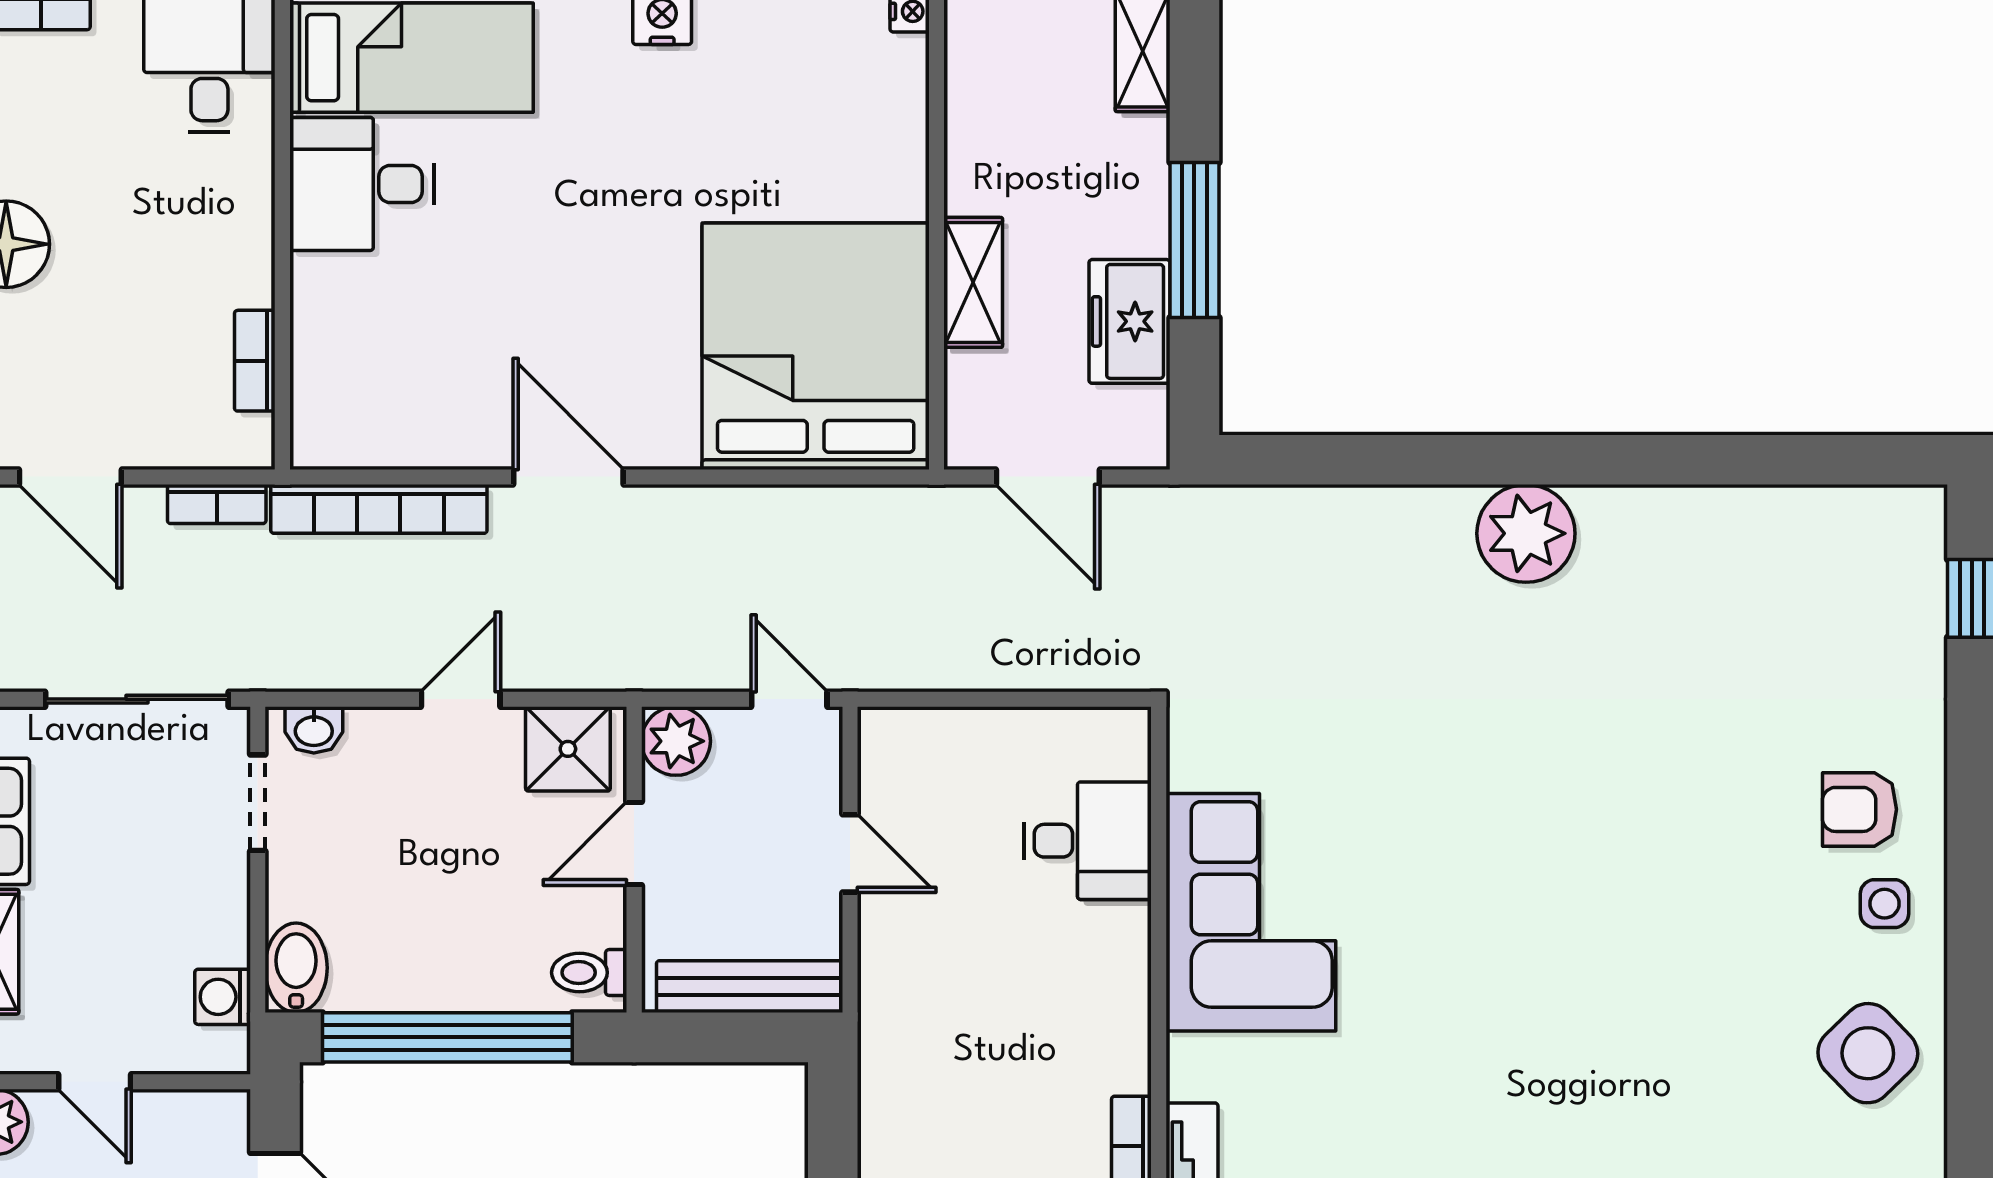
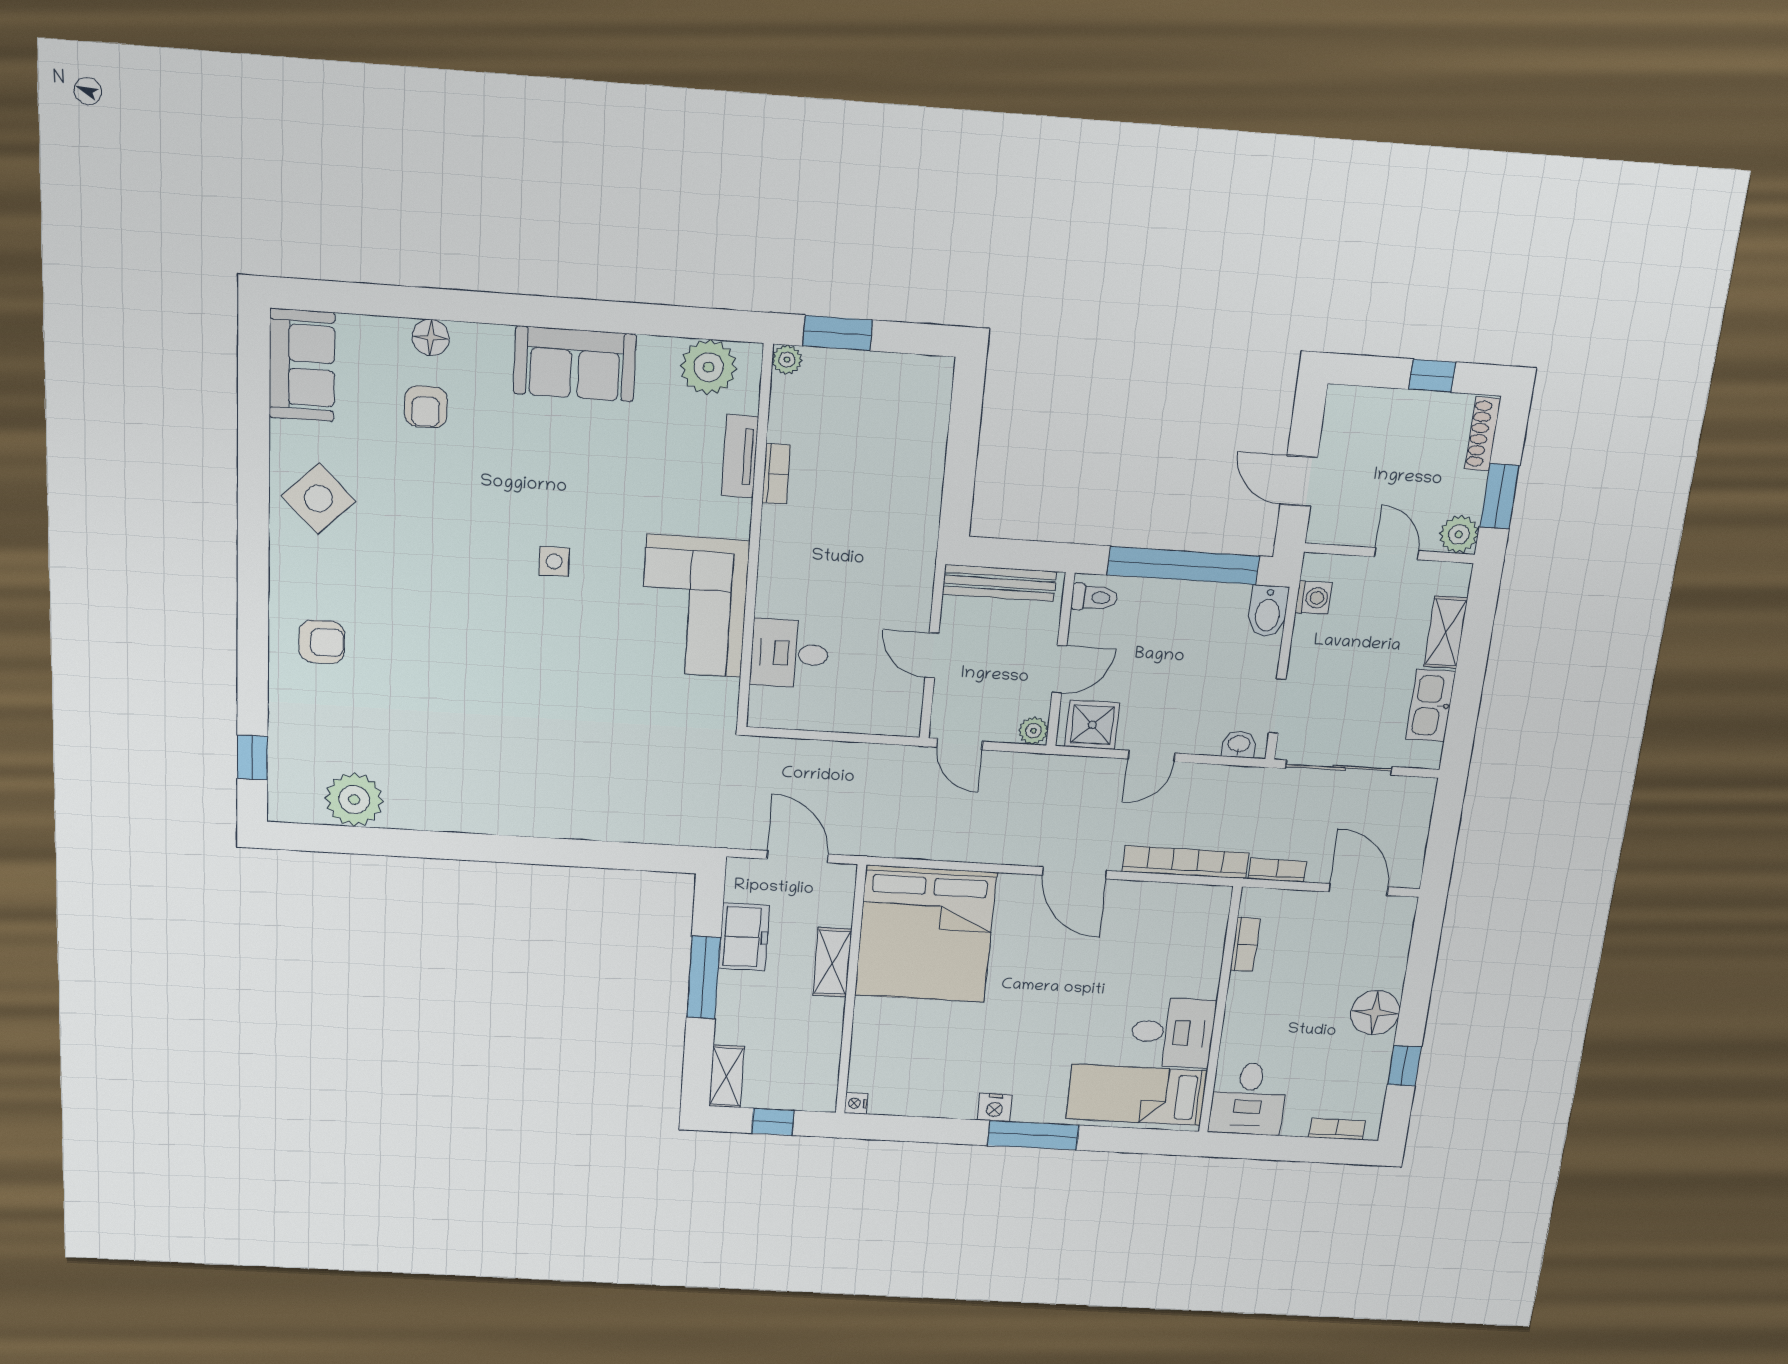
plant: (1526, 533) -> (354, 800), moved
plant: (676, 741) -> (1033, 731), width x0.73, depth x0.73
side table: (1885, 904) -> (554, 562), moved

